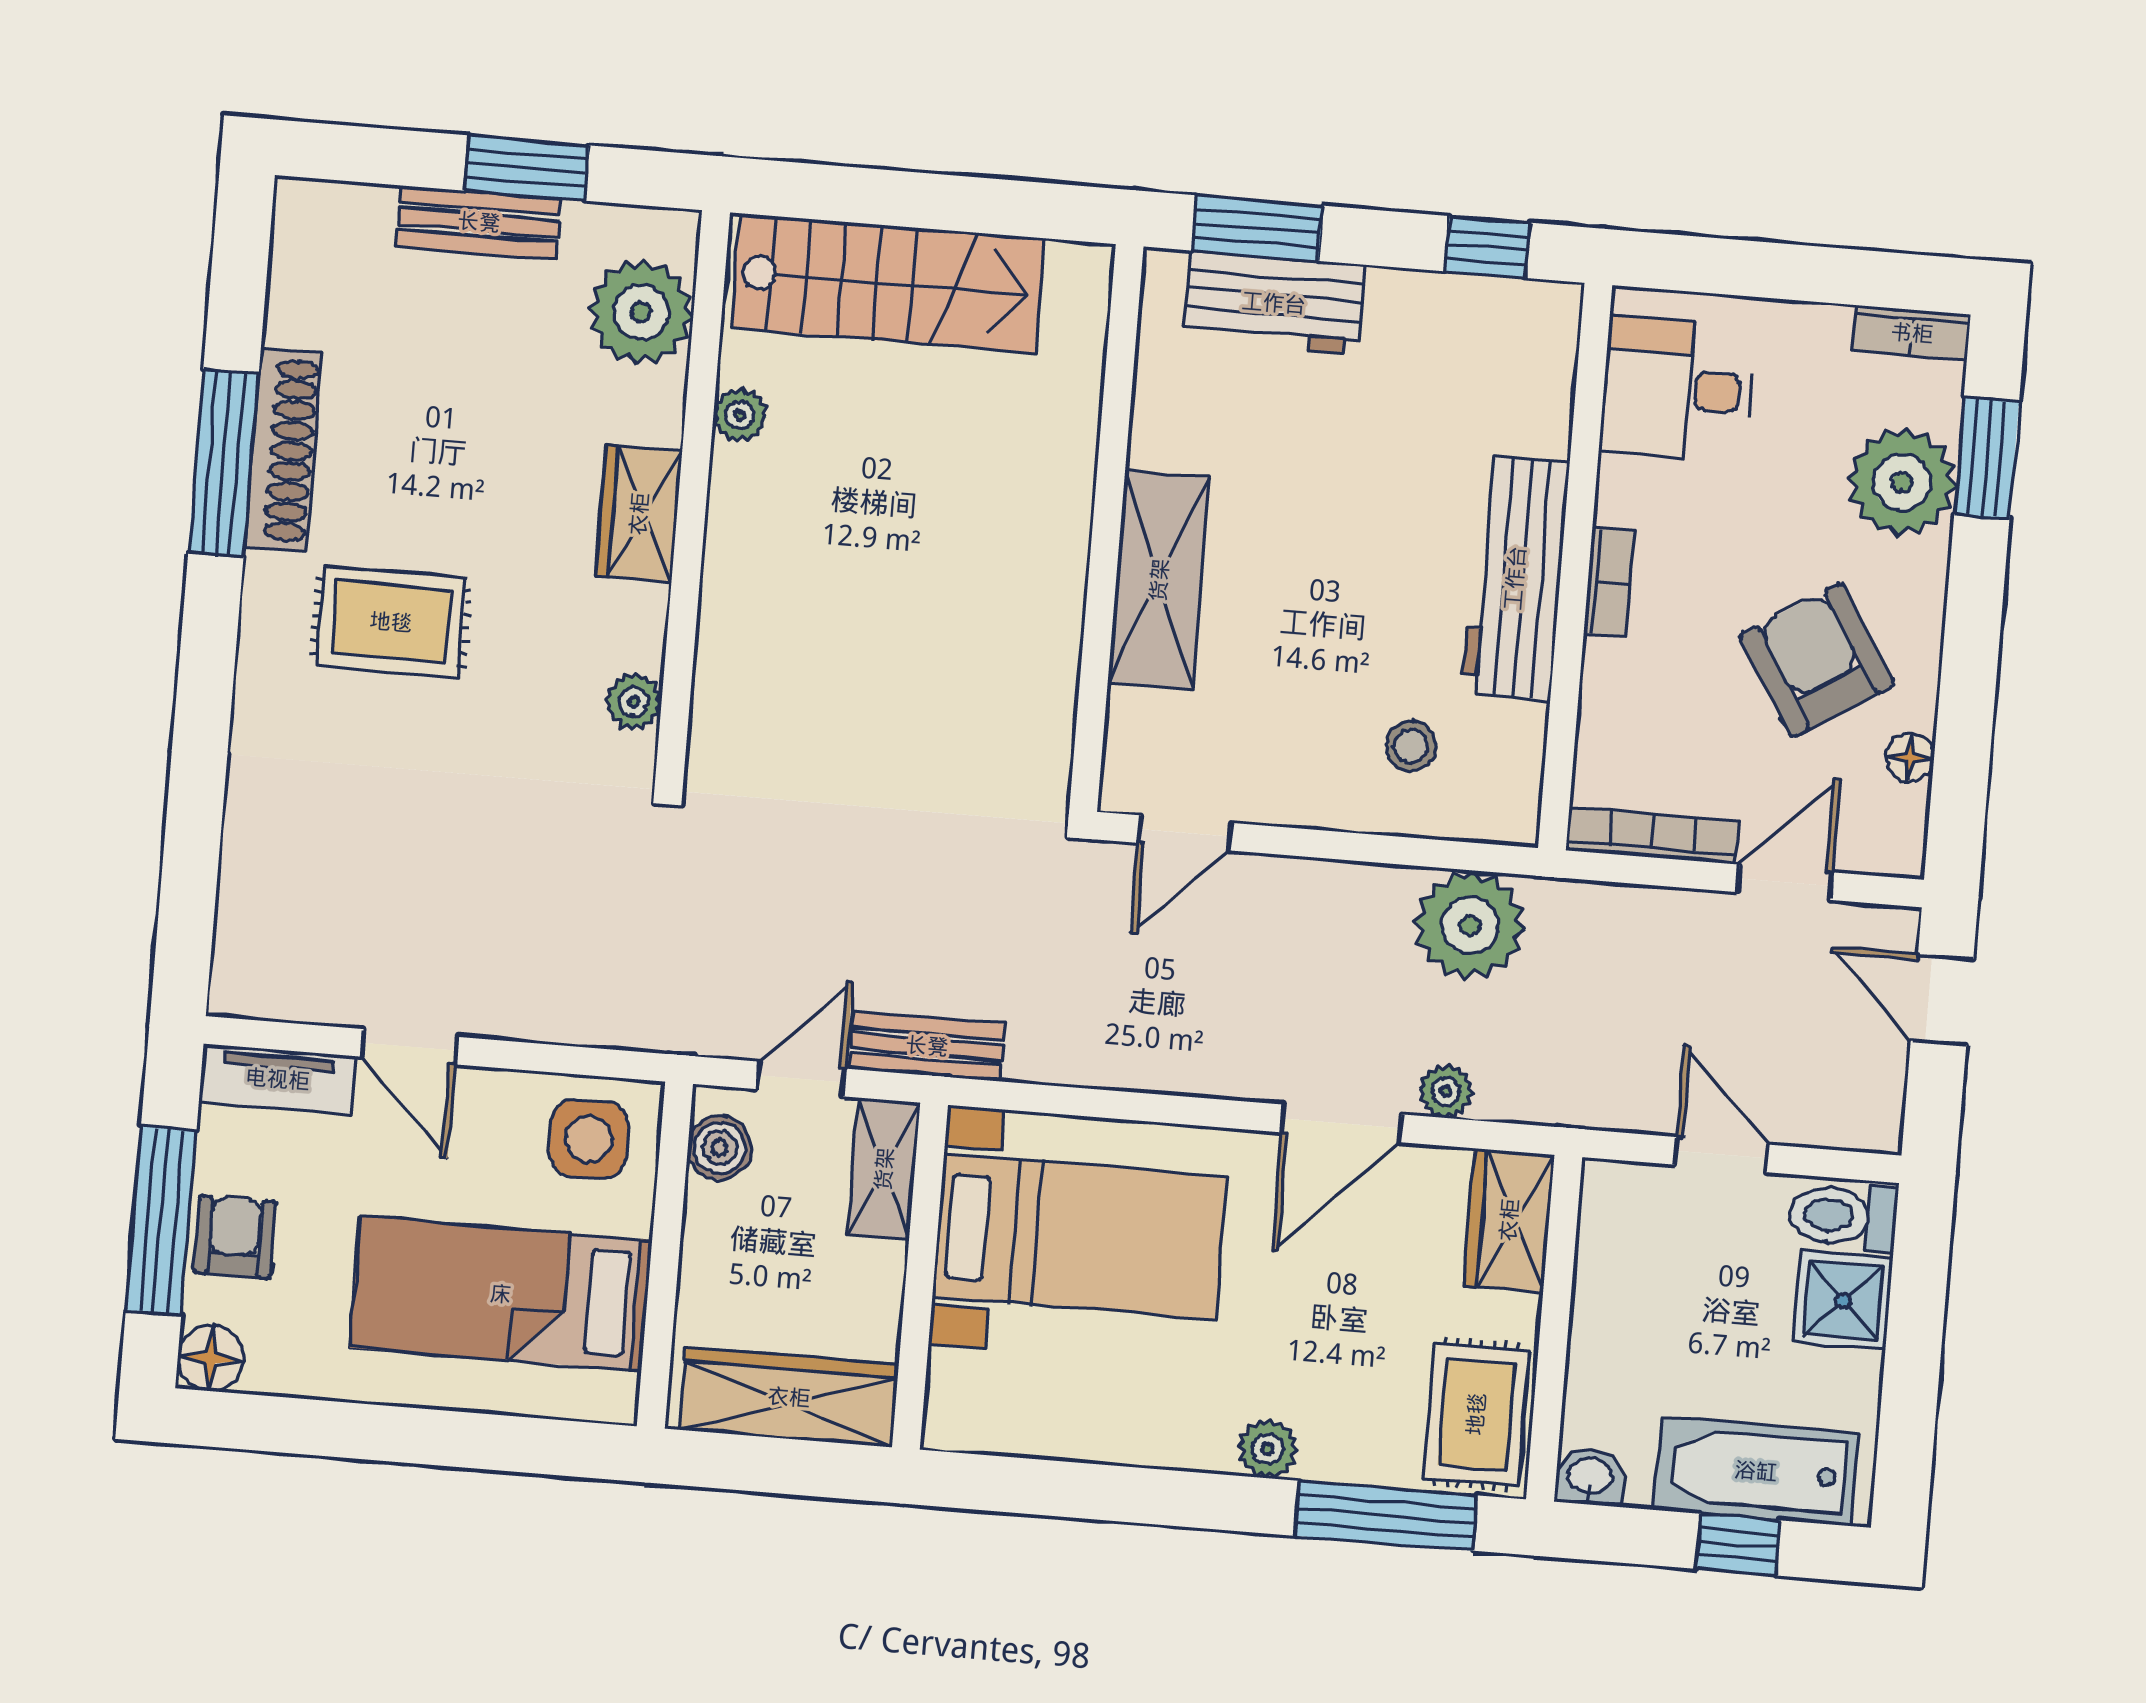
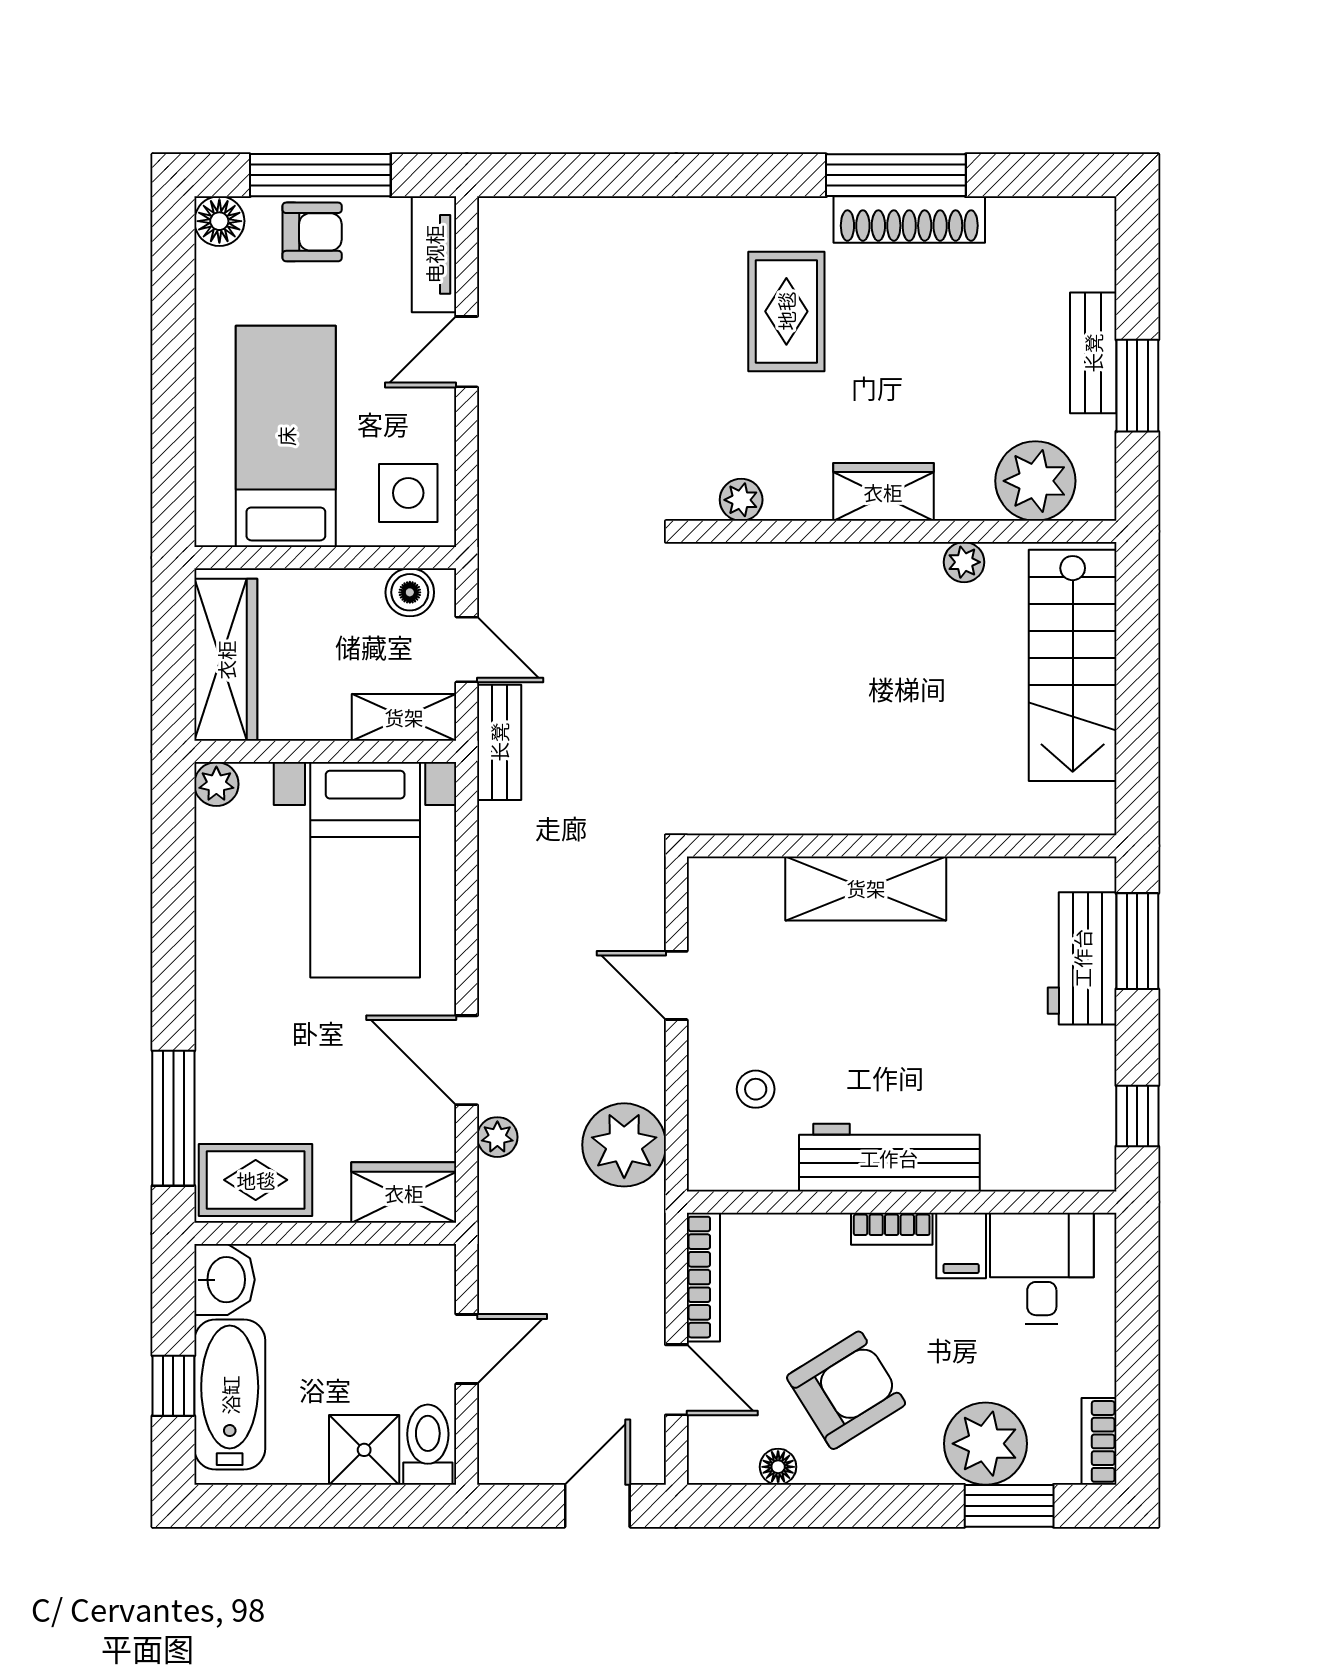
filing cabinet: (1639, 493) -> (961, 1245), added
door: (1185, 833) -> (676, 985), moved
plant: (1268, 1449) -> (216, 784), moved
washbasin: (1590, 1477) -> (224, 1280), width x1.38, depth x1.45

